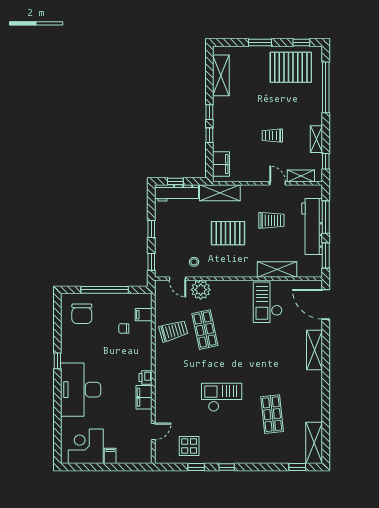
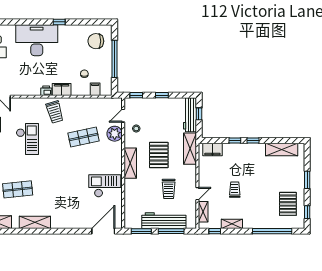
pallet: (291, 67) -> (288, 204), width x0.73, depth x0.71
shelving: (277, 269) -> (130, 163), moved
trolley: (173, 331) -> (55, 112), moved
shelving: (315, 350) -> (35, 222), moved
filing cabinet: (144, 397) -> (62, 90), moved
checkout: (222, 397) -> (27, 139), moved

